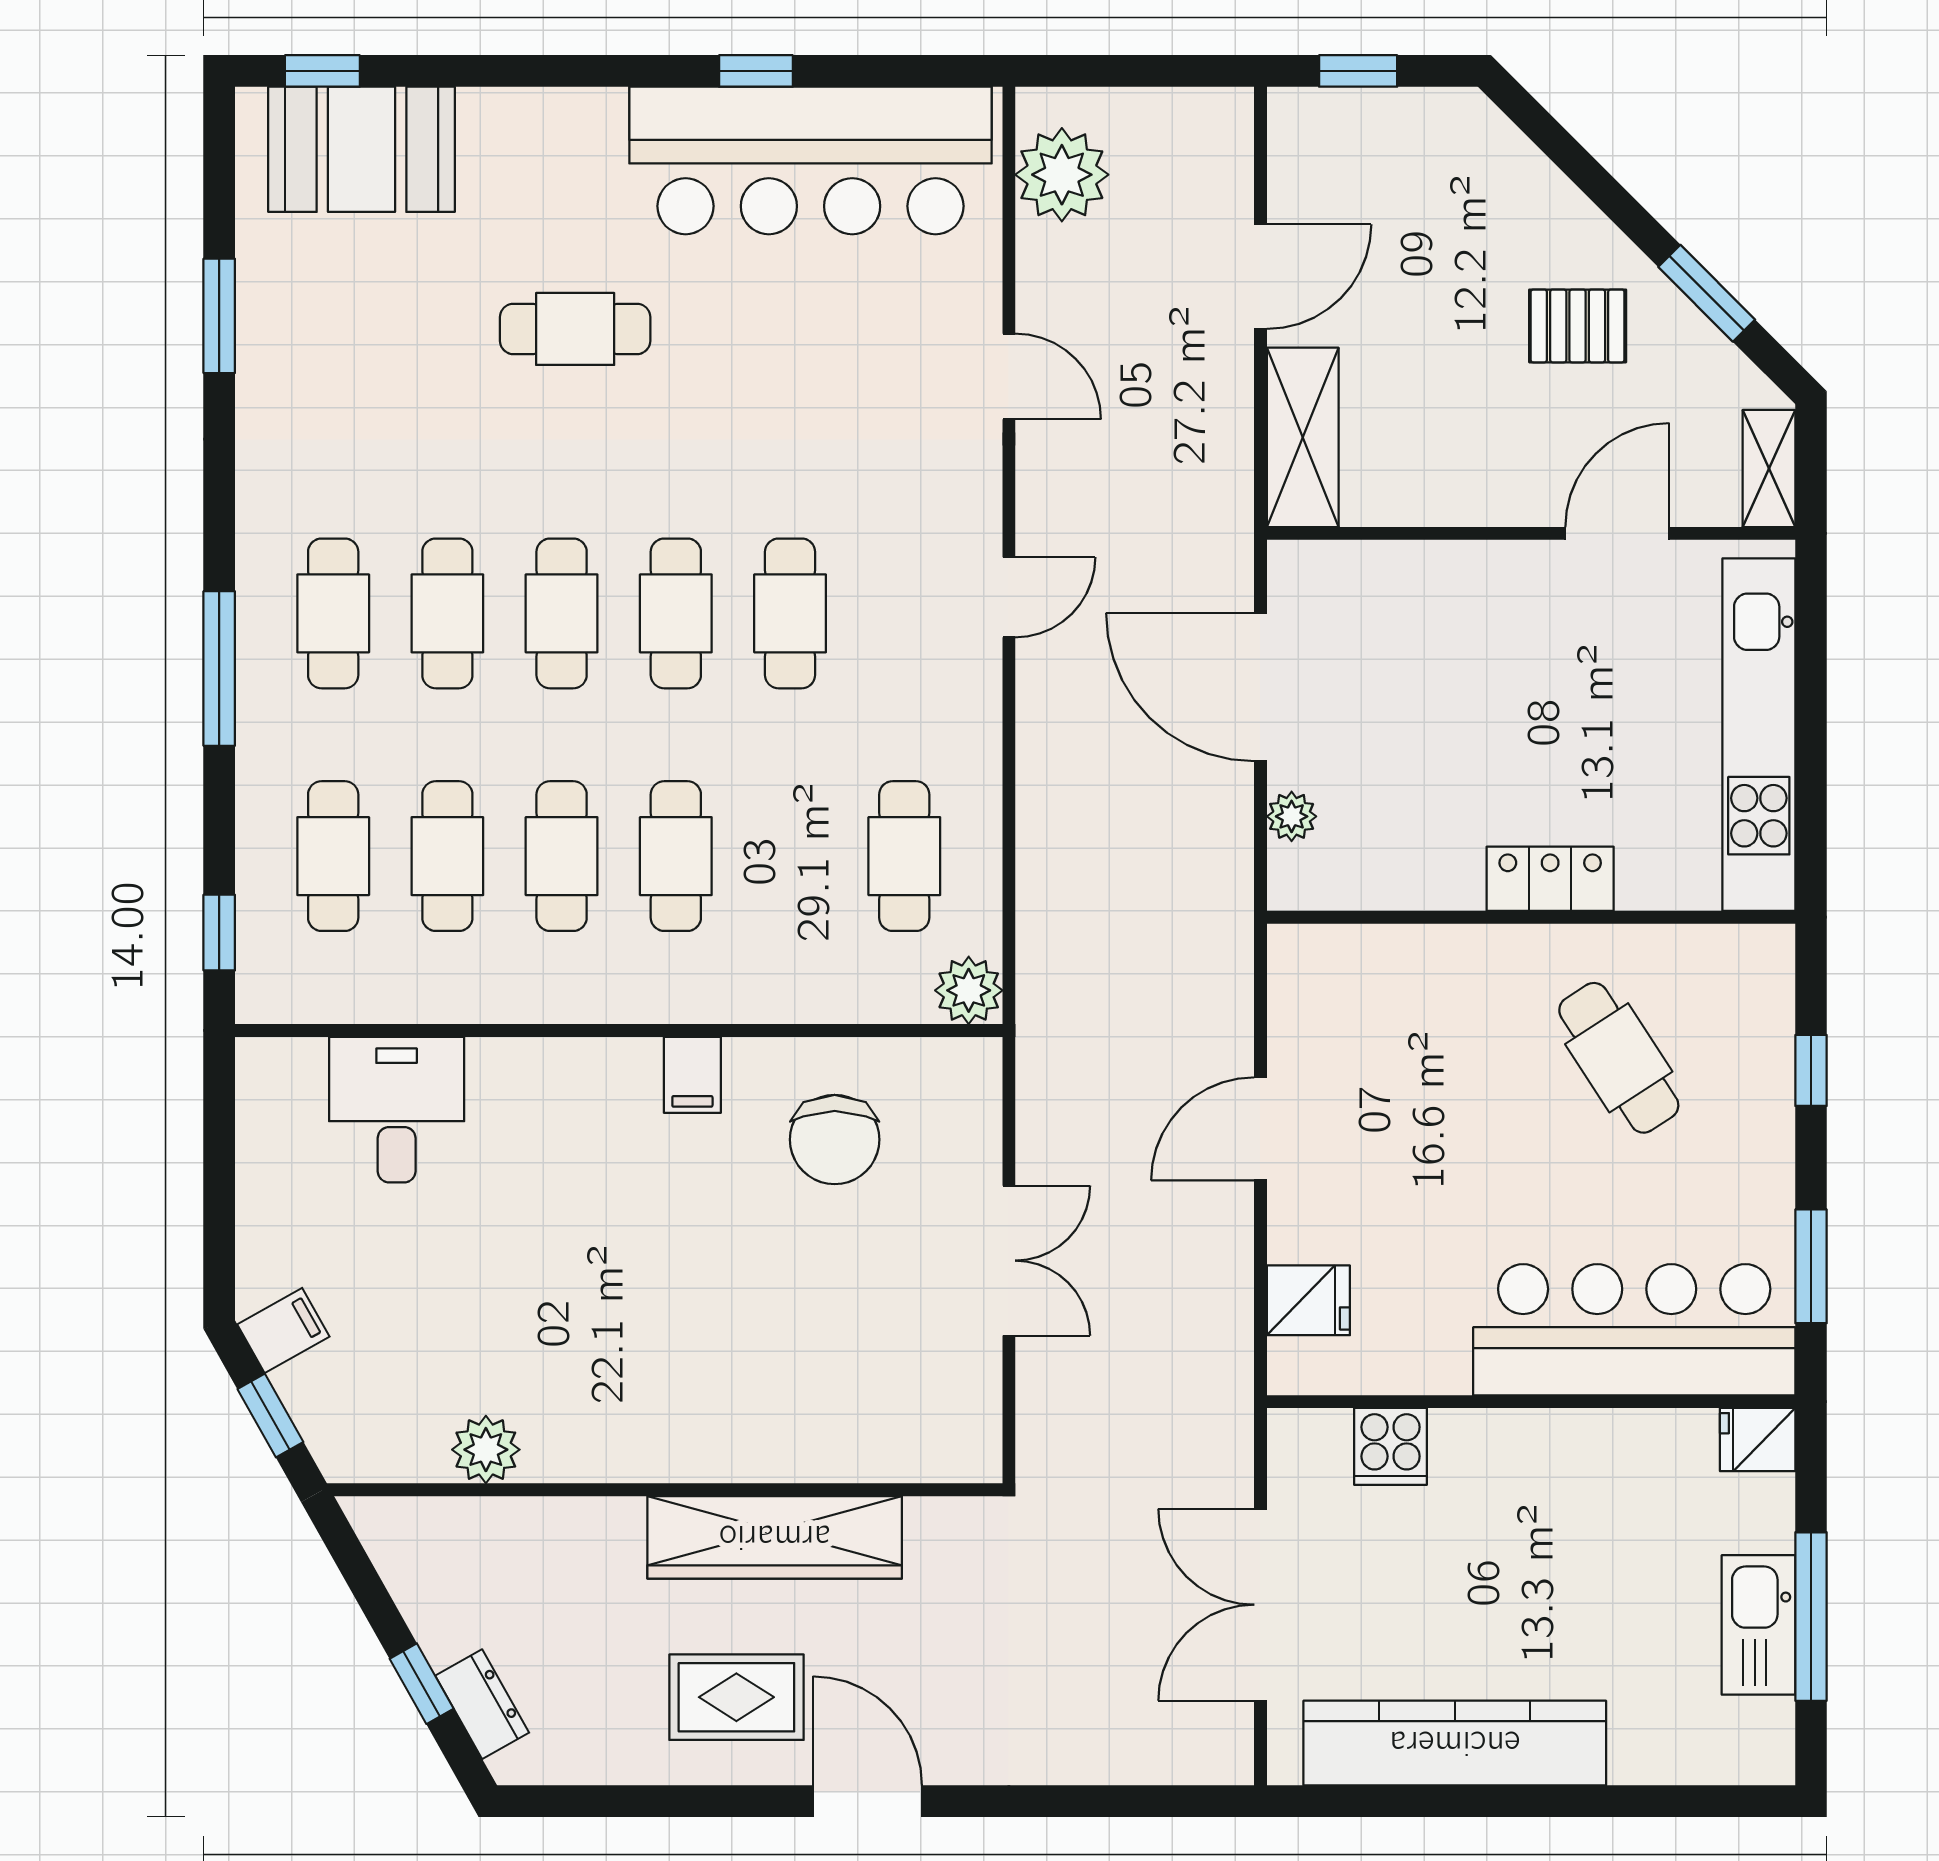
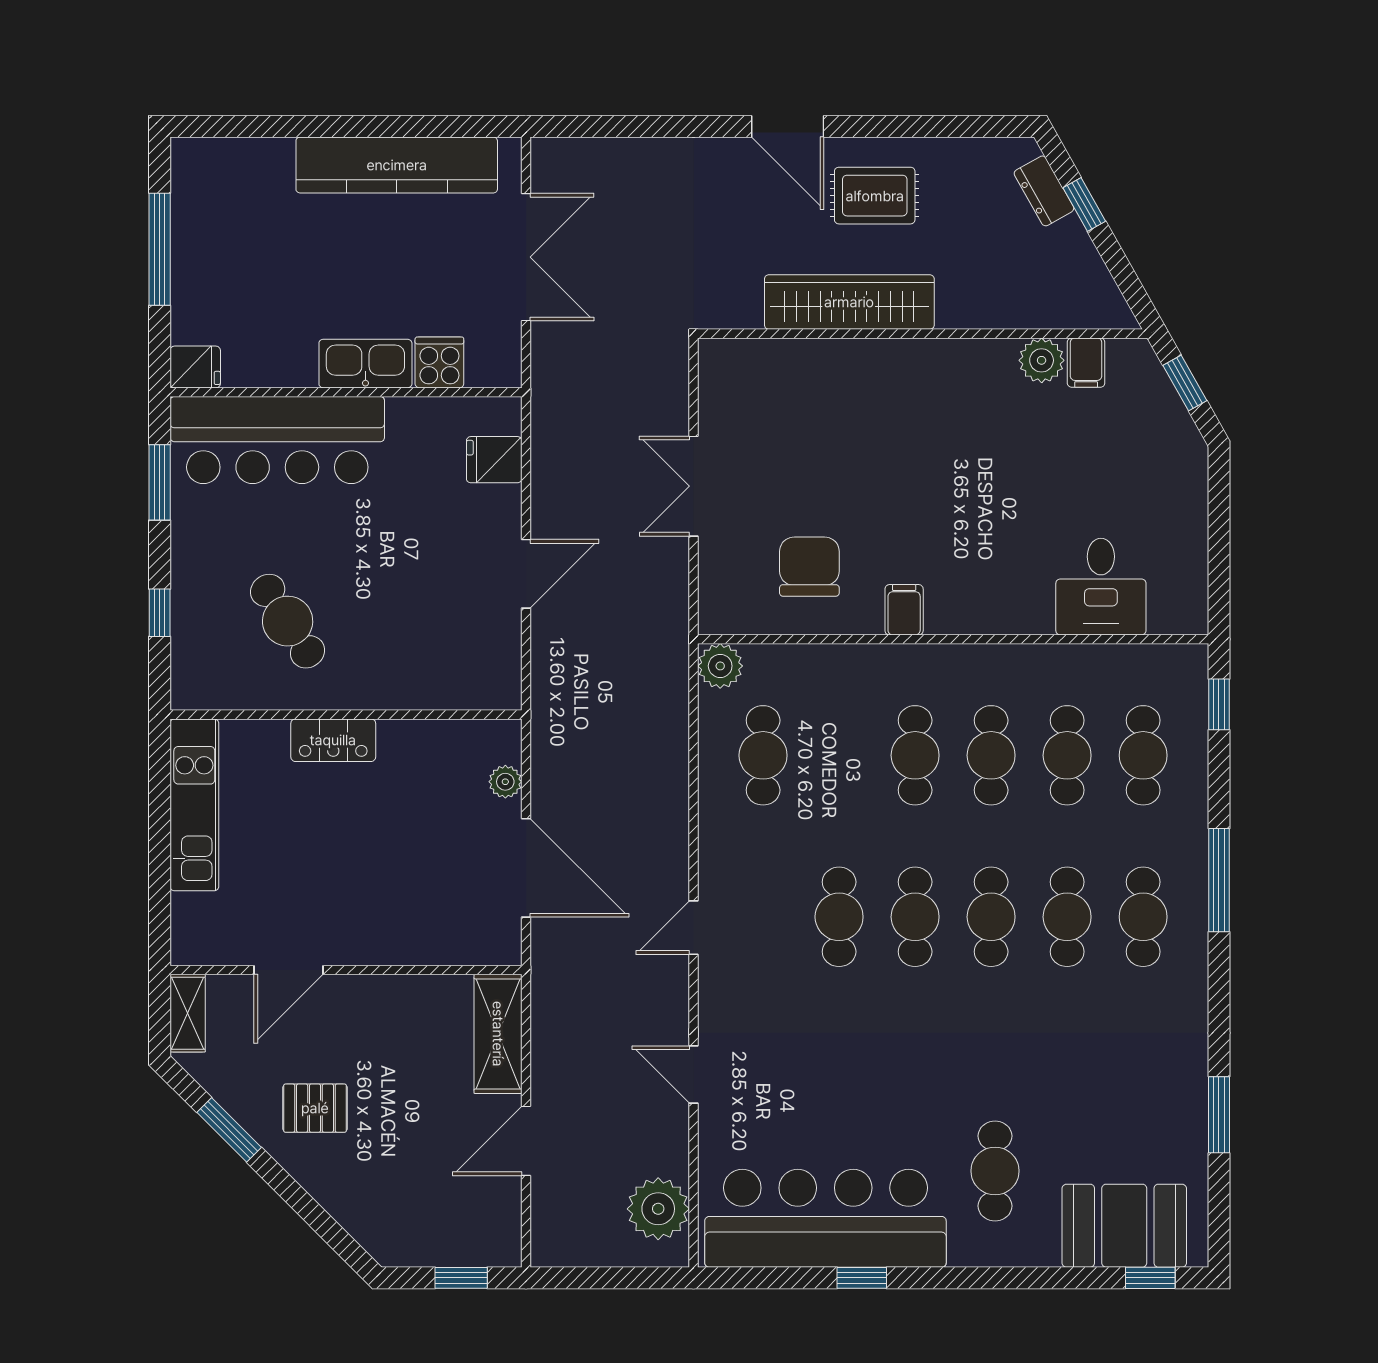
cafe table: (575, 329) -> (995, 1171), moved, turned 90
kitchen unit: (1759, 735) -> (194, 805), width x0.73
filing cabinet: (283, 1331) -> (1086, 363), moved, turned -61
kitchen sink: (1759, 1625) -> (365, 364), moved, turned -90

